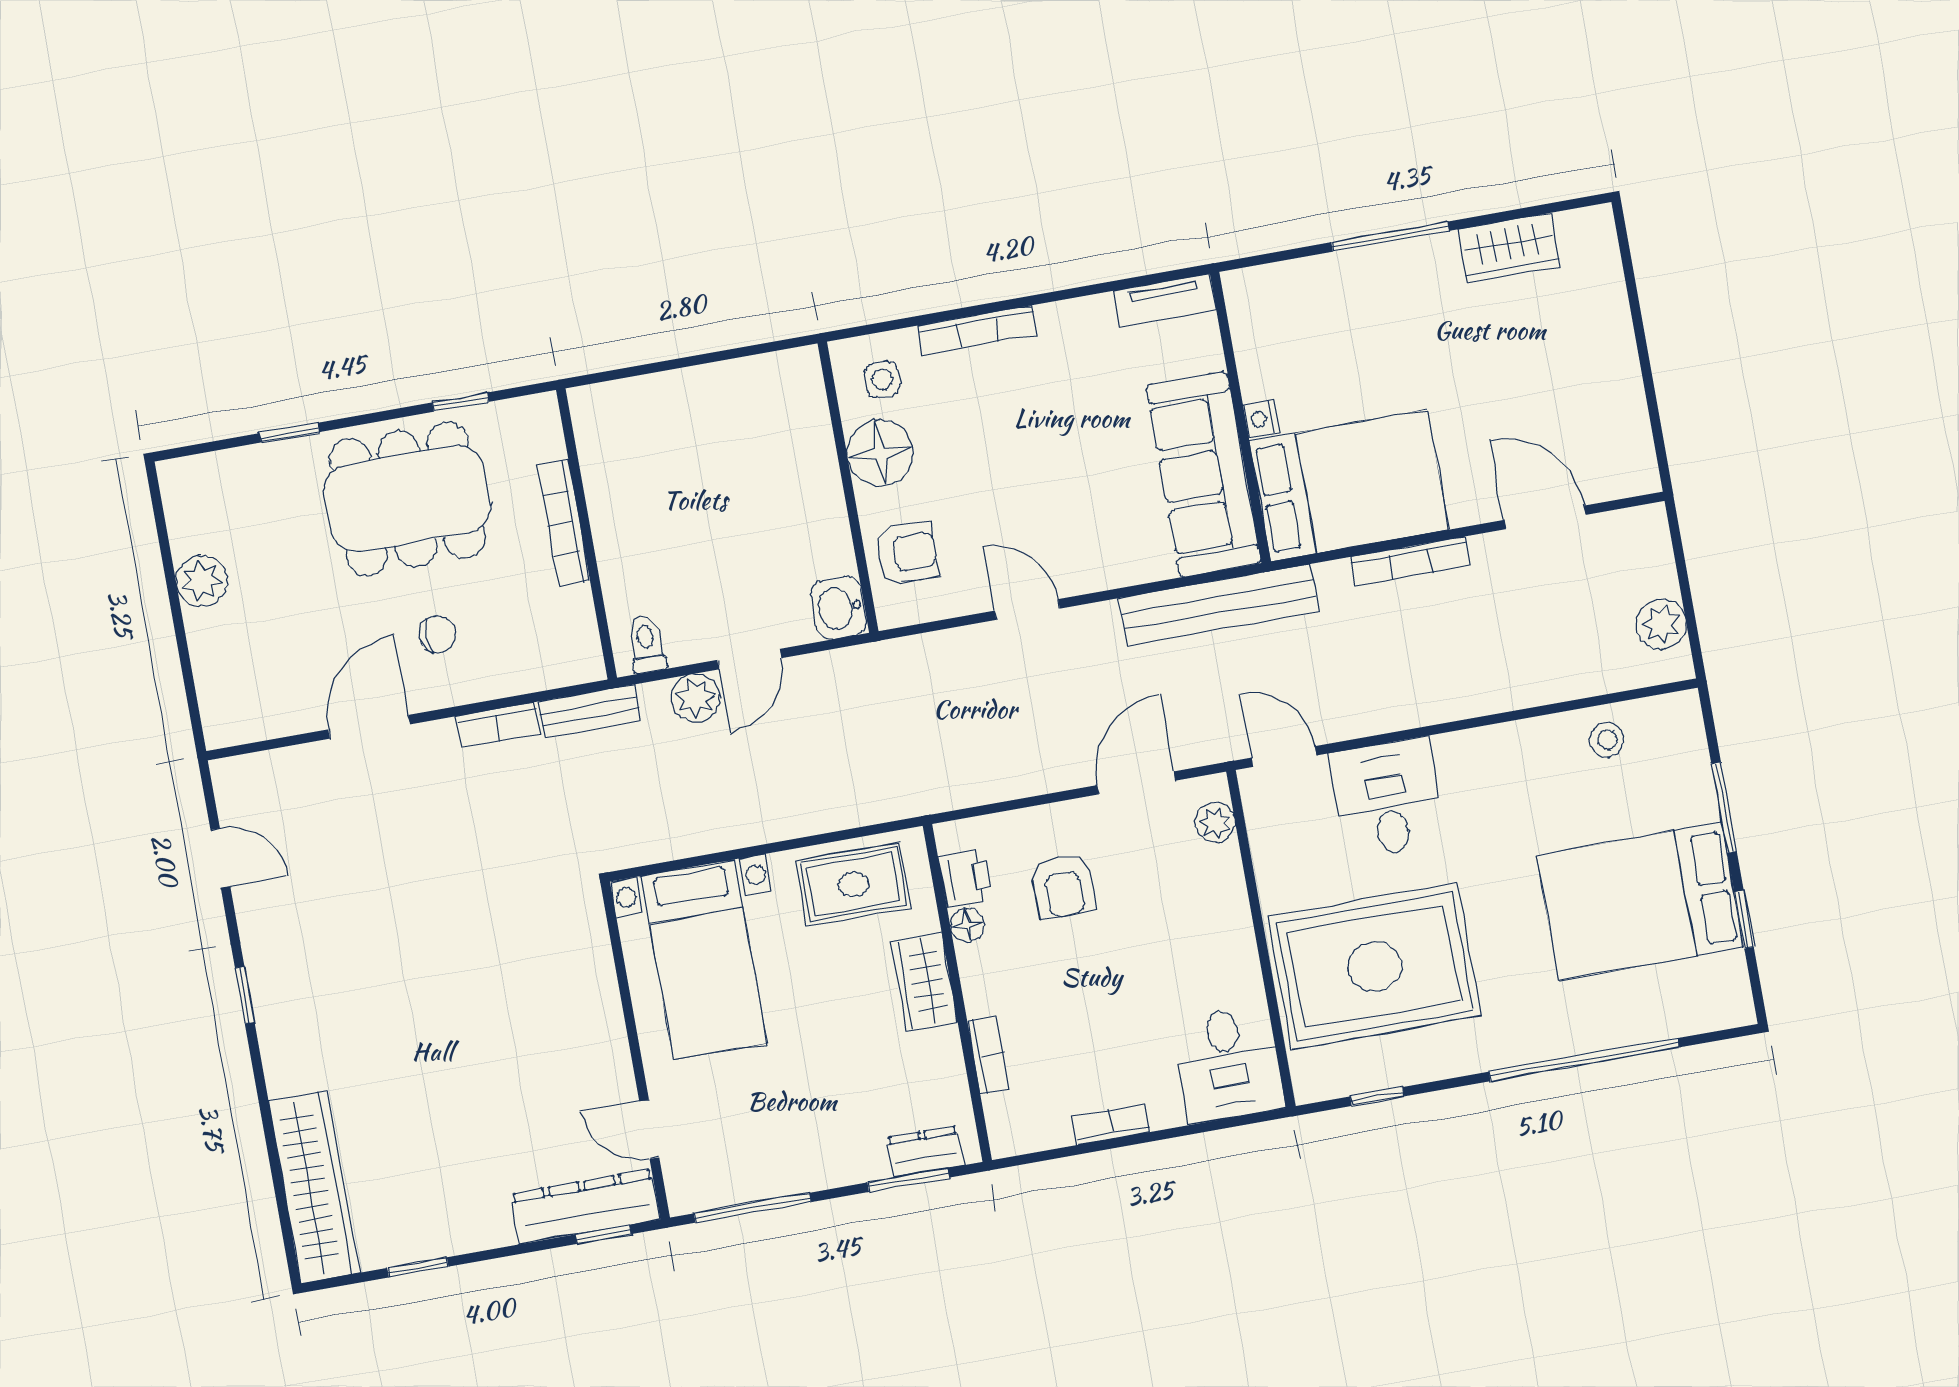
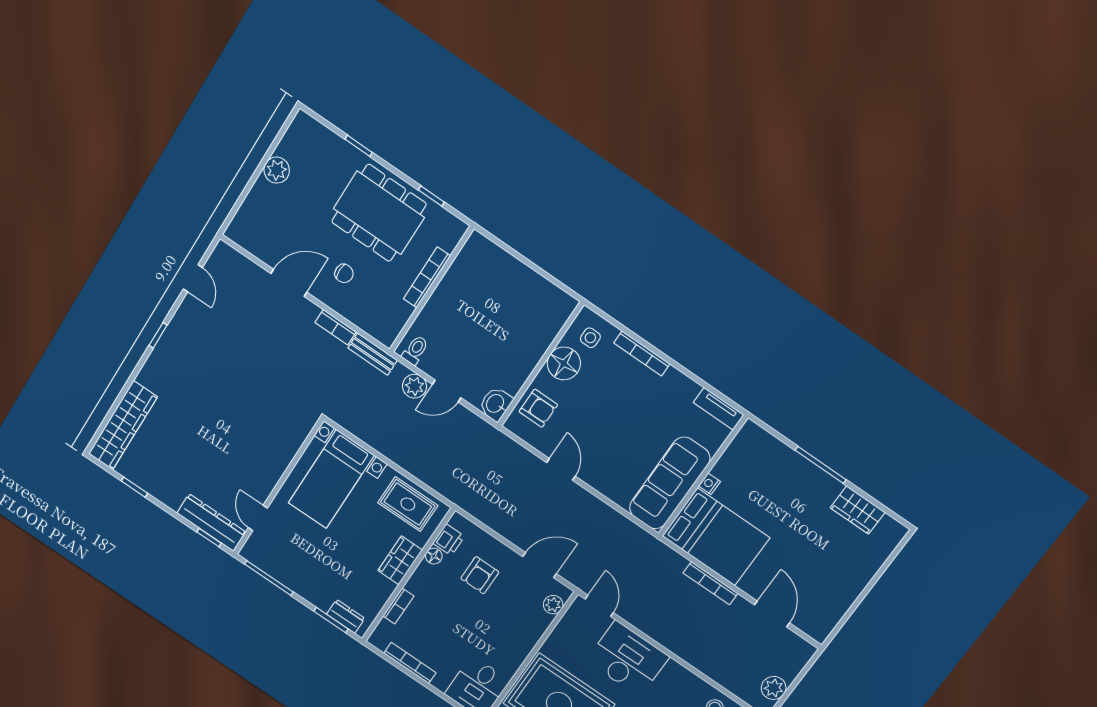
bench: (1218, 605) -> (629, 533), removed
desk: (1387, 798) -> (628, 659), width x1.37
bookcase: (1111, 1124) -> (410, 663), width x1.56

